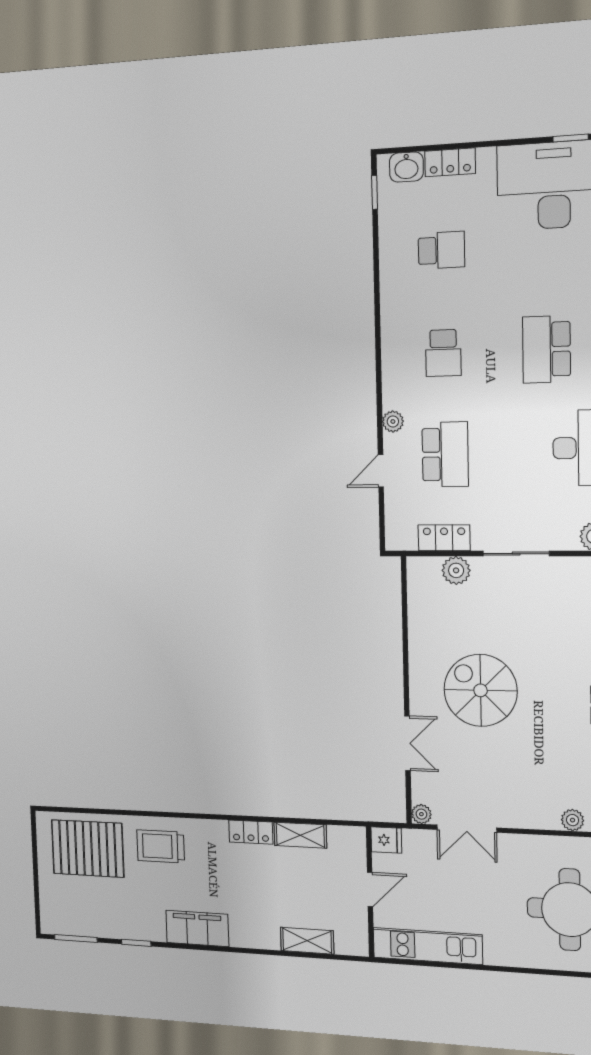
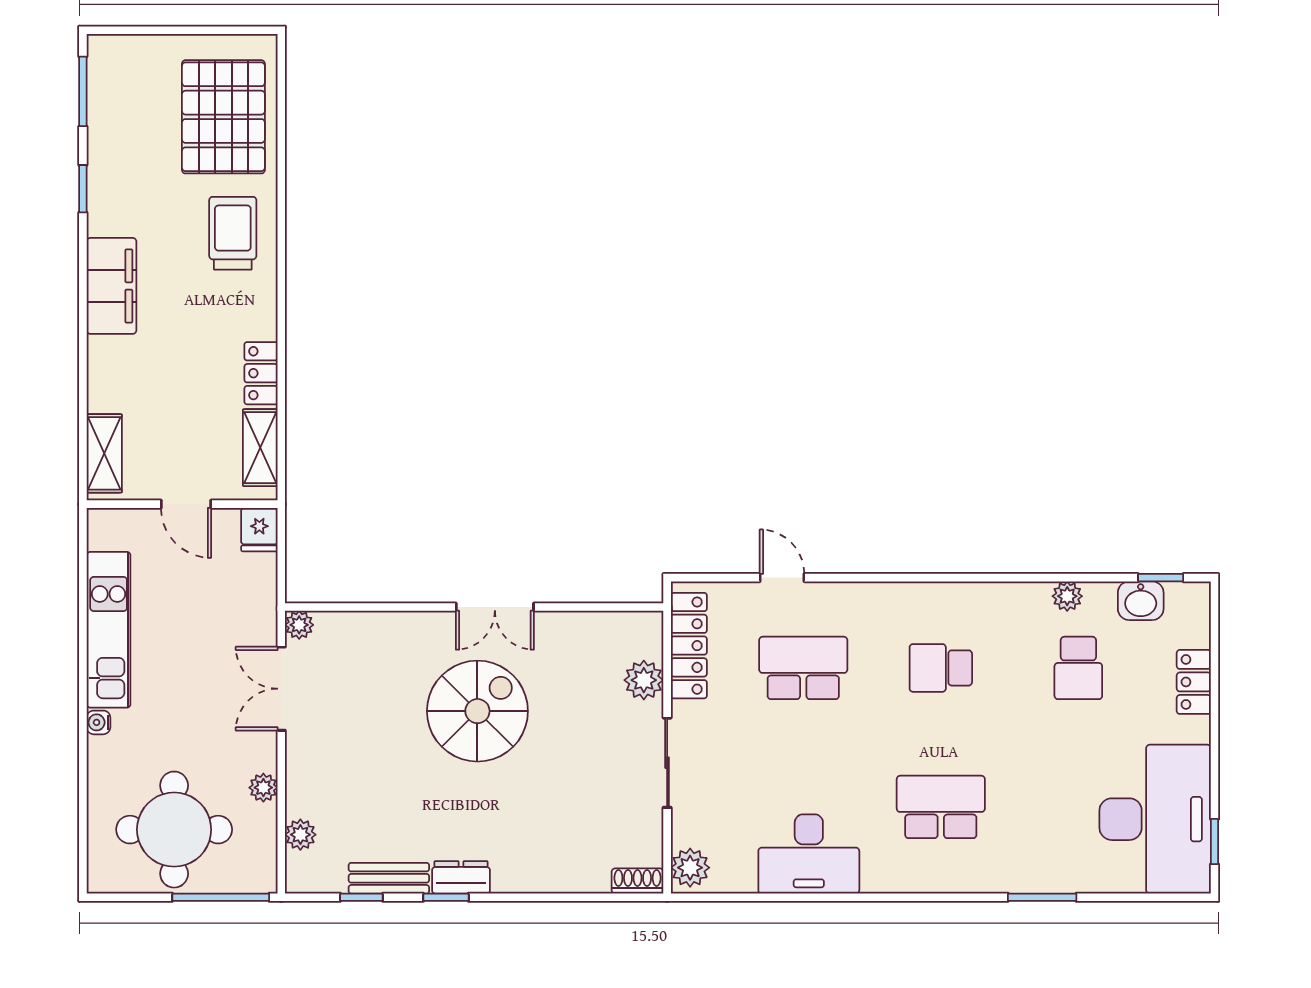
washbasin: (406, 167) -> (1141, 601), moved, turned -90
plant: (393, 421) -> (1067, 596), moved
school desk: (445, 454) -> (803, 668), turned 180
locker: (444, 538) -> (689, 646), width x1.53
double door: (407, 743) -> (495, 607), moved
fridge: (386, 840) -> (259, 530), moved
plant: (538, 845) -> (263, 788), added
door: (370, 889) -> (186, 504), moved
wall: (370, 892) -> (182, 504), moved
water cooler: (493, 957) -> (98, 722), added

